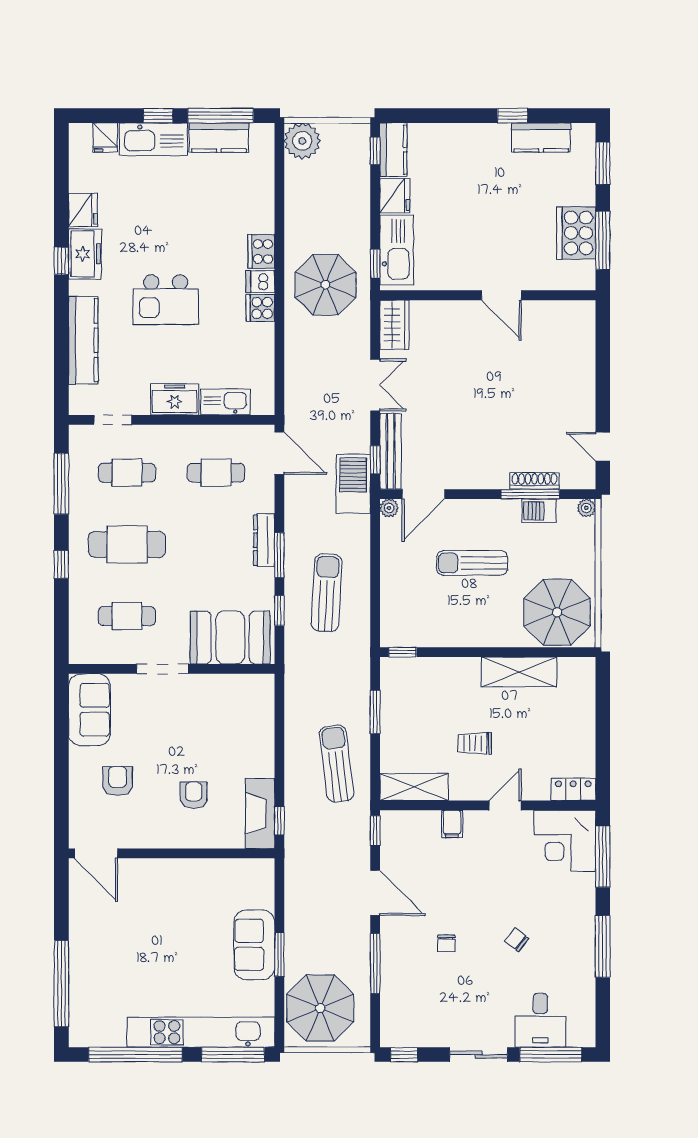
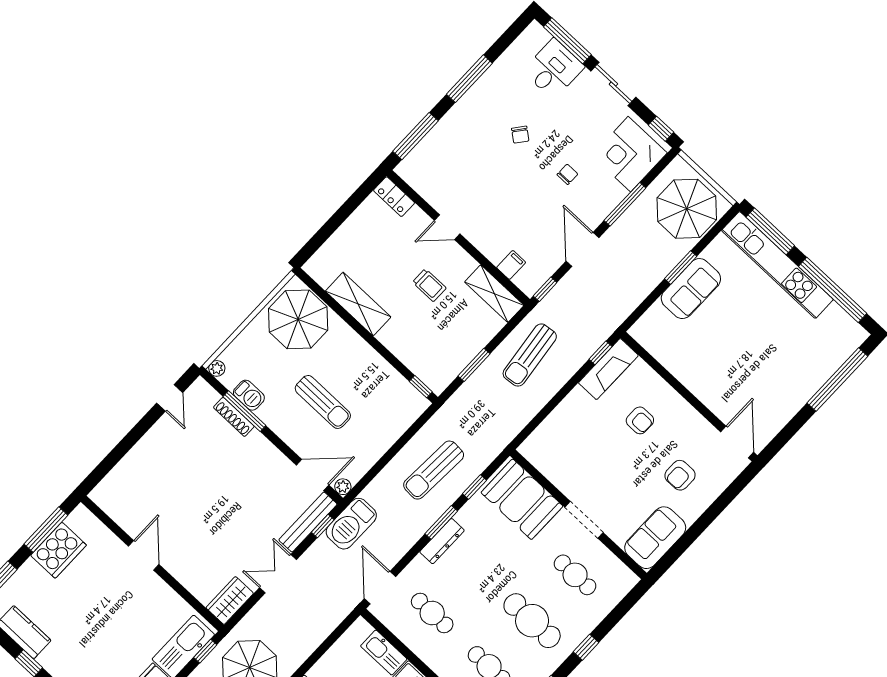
armchair: (194, 795) -> (640, 420), turned -90
filing cabinet: (452, 824) -> (511, 265), moved
corner desk: (565, 841) -> (629, 154), moved, turned 180

